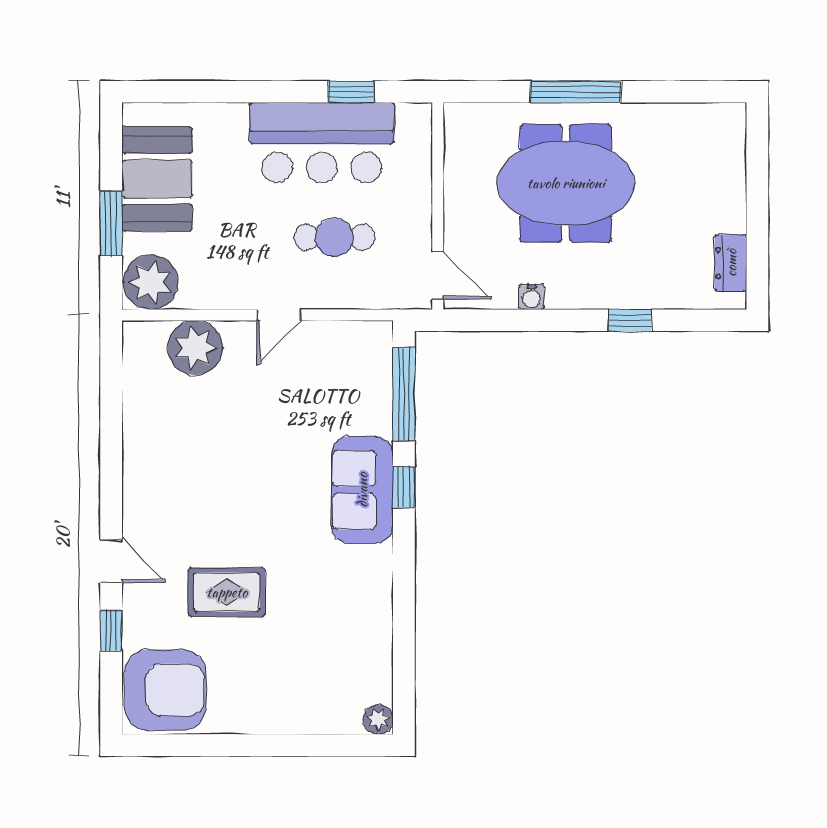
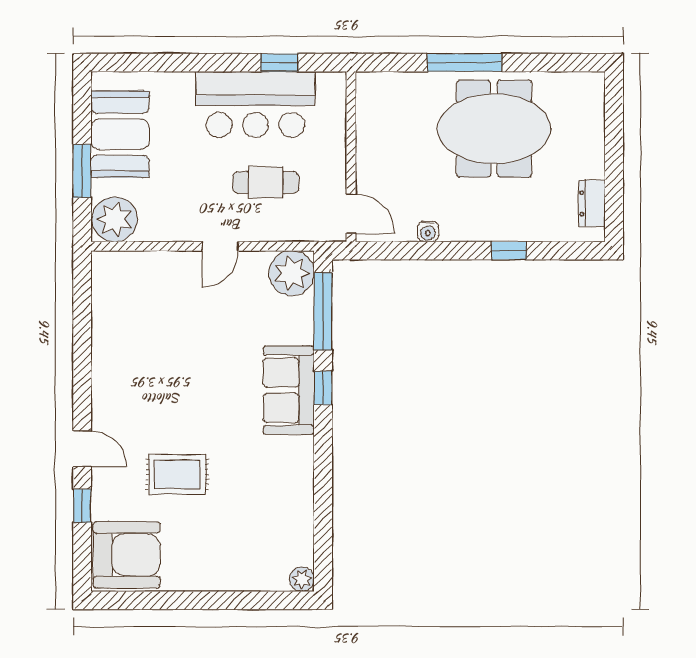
meeting table: (566, 183) -> (494, 129), moved
plant: (195, 348) -> (292, 273), moved

